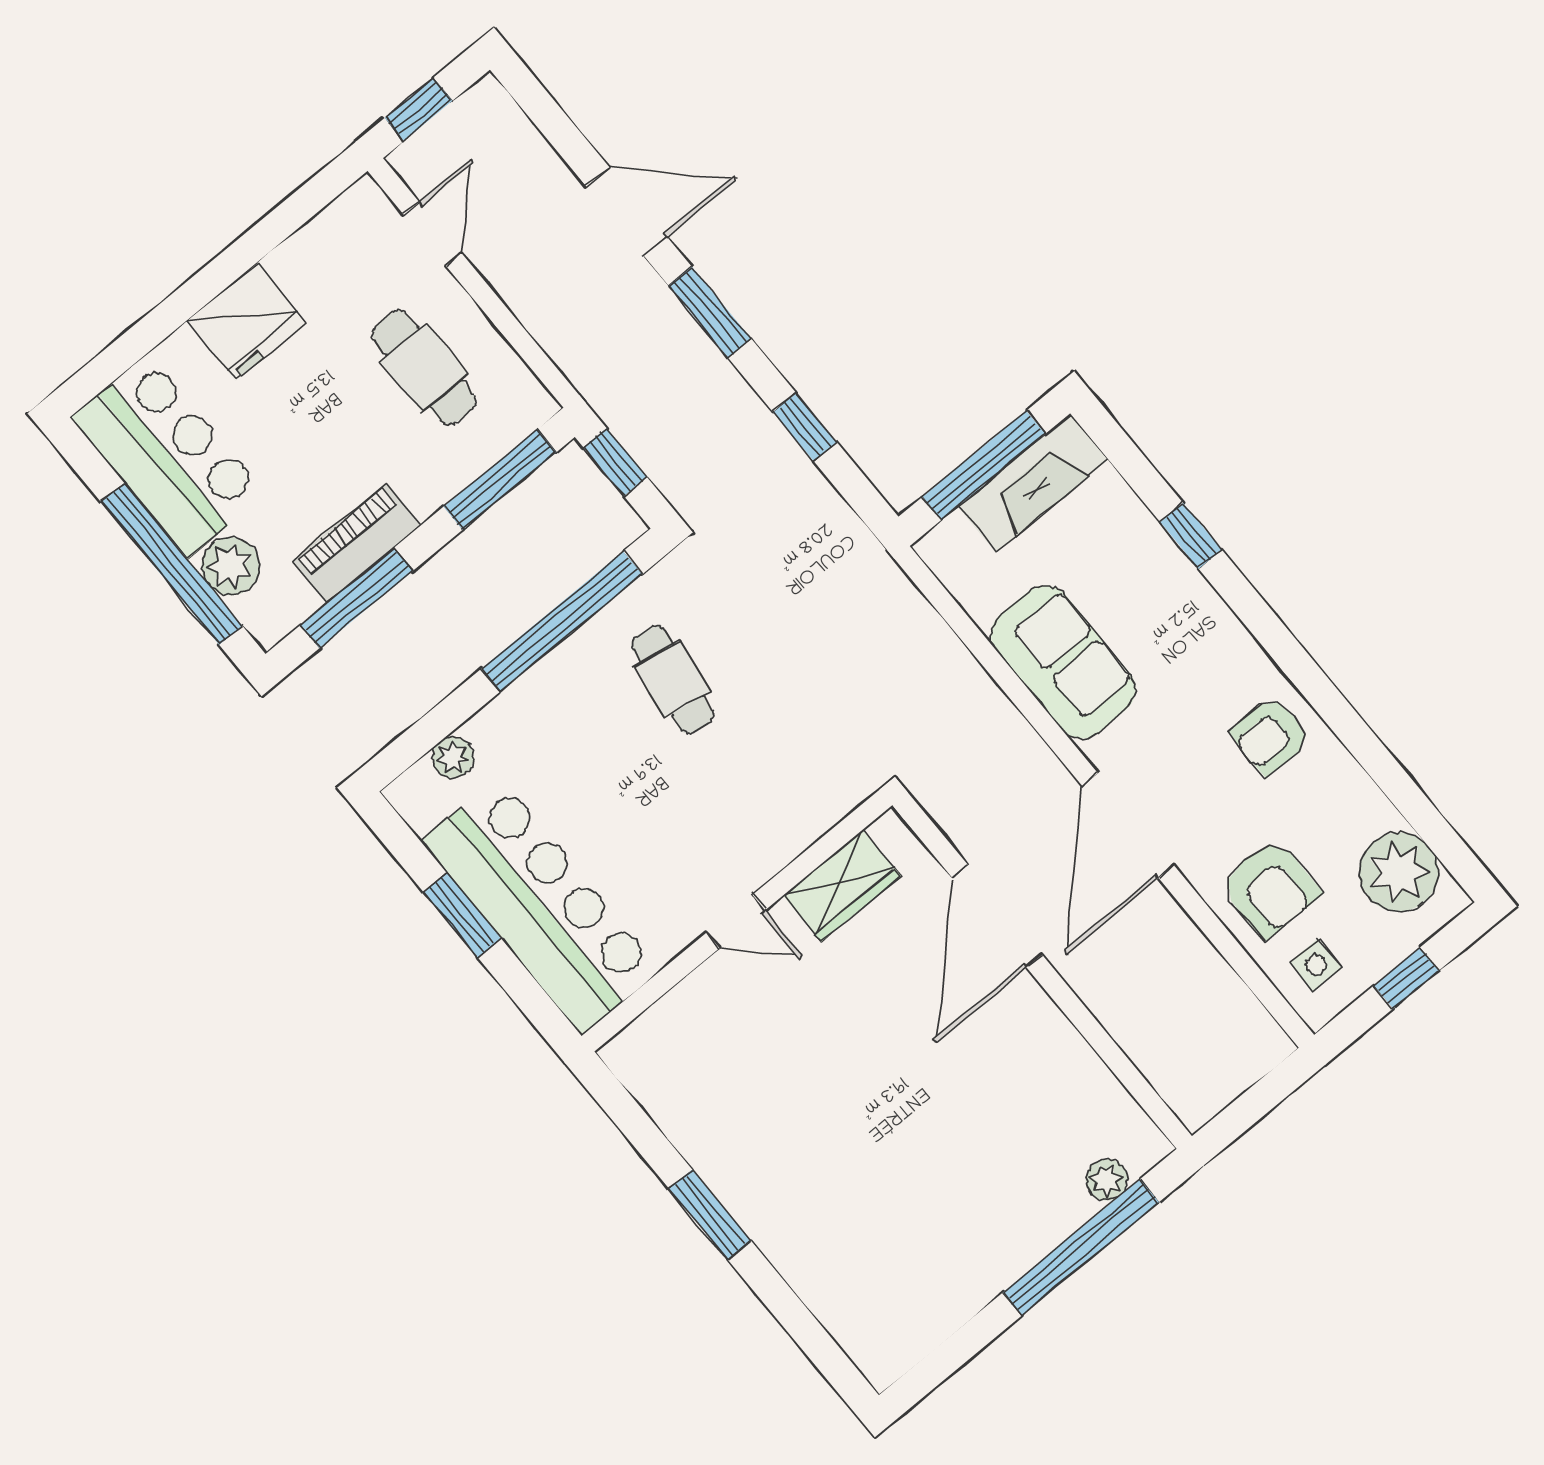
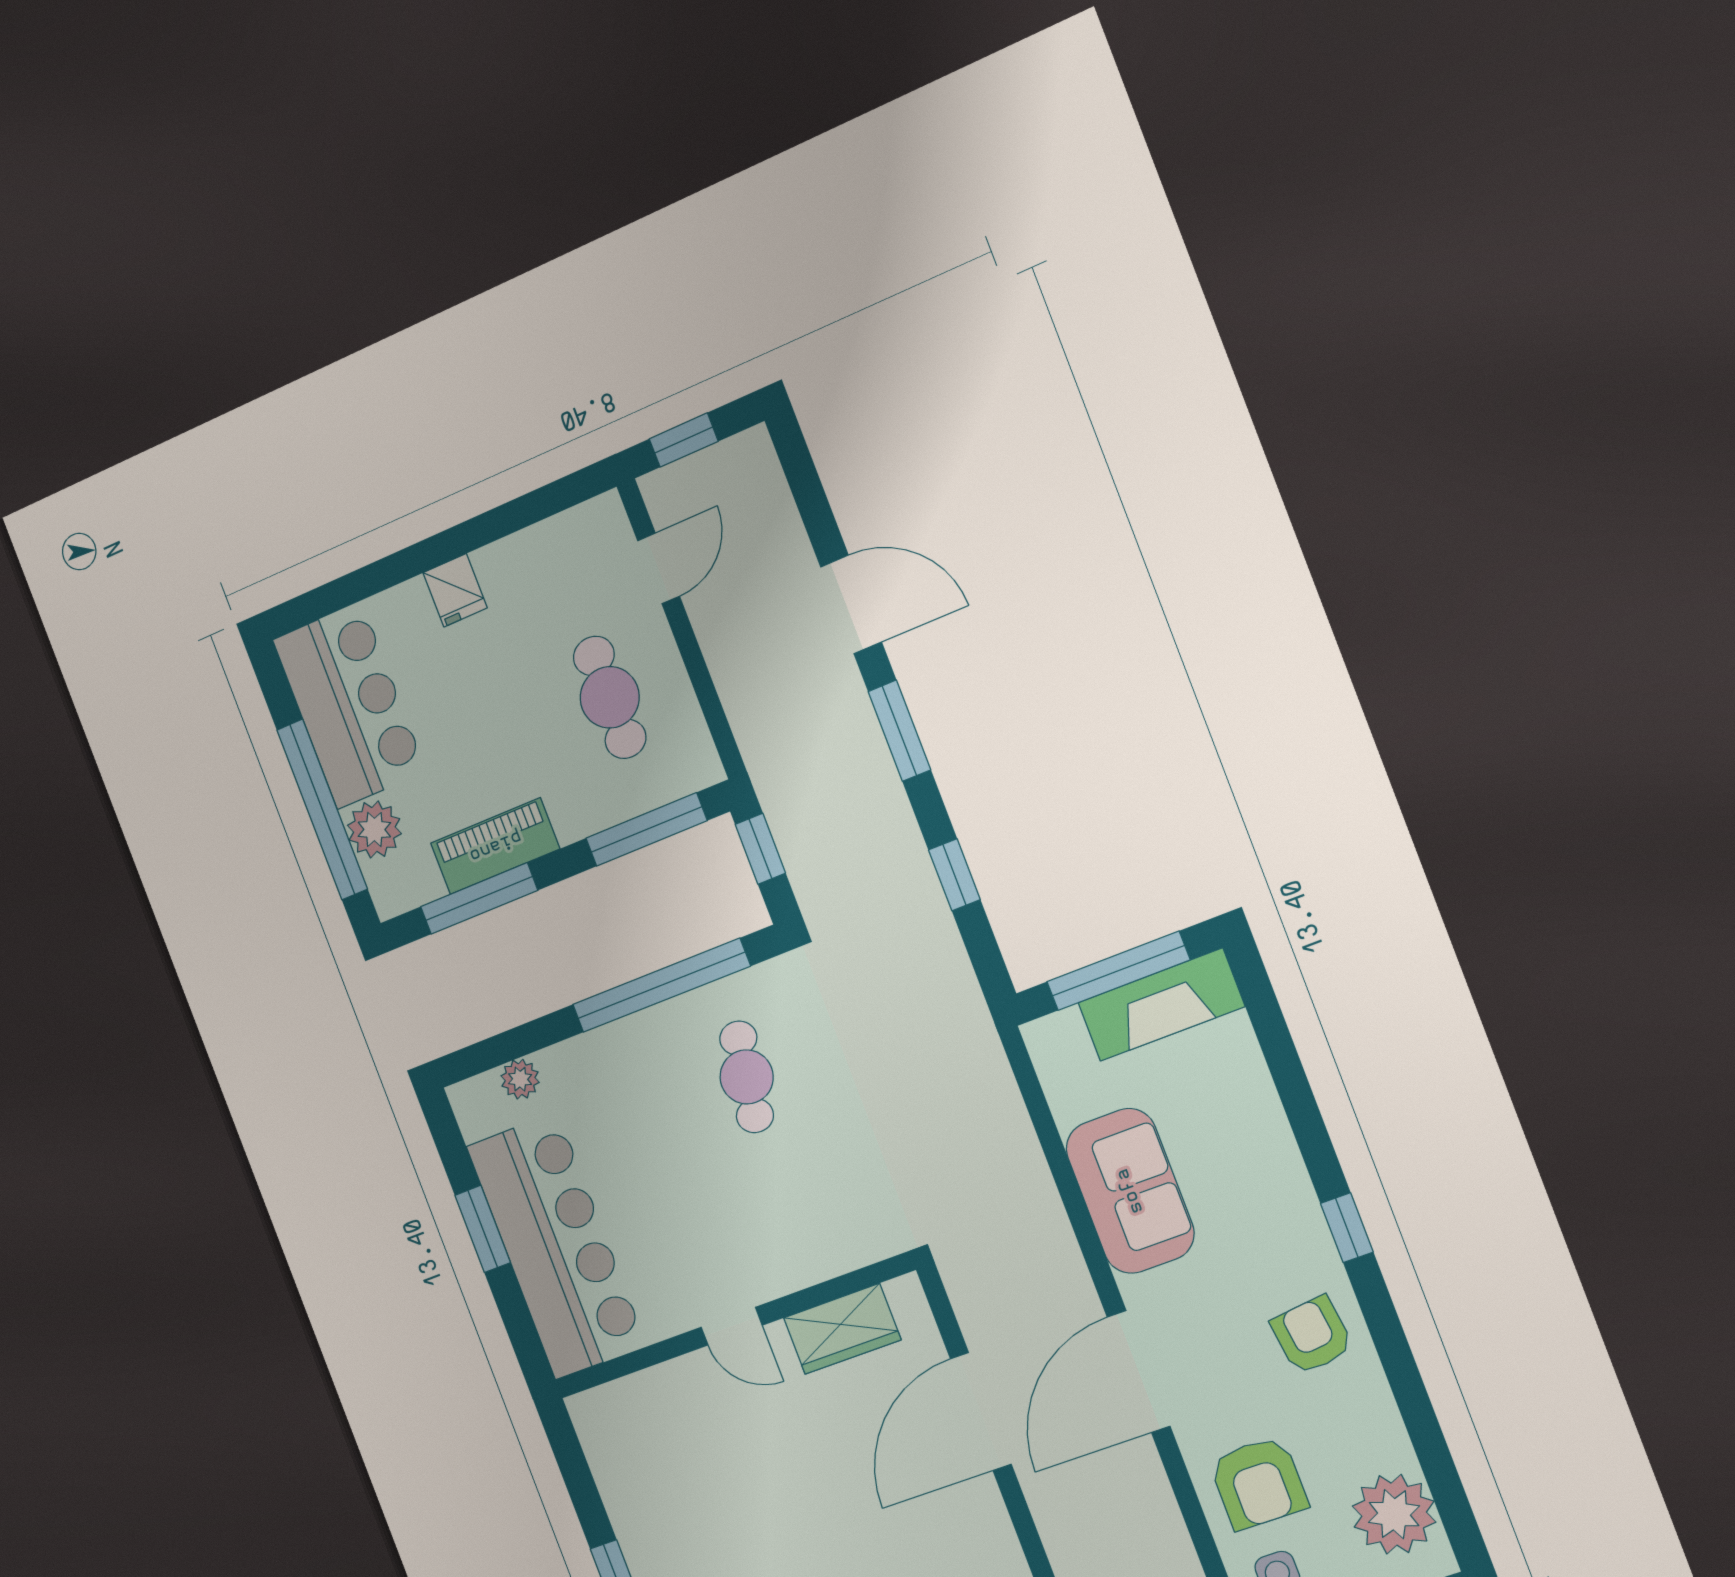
fridge: (246, 322) -> (455, 590), width x0.53, depth x0.75
window: (1191, 536) -> (1347, 1228), moved
armchair: (1270, 736) -> (1312, 1335), turned 83

